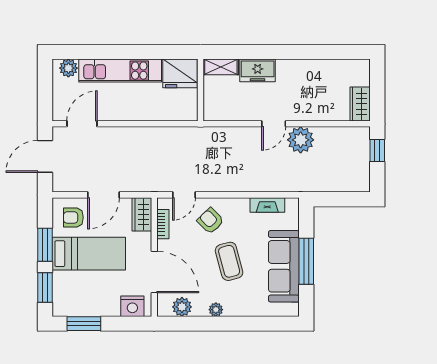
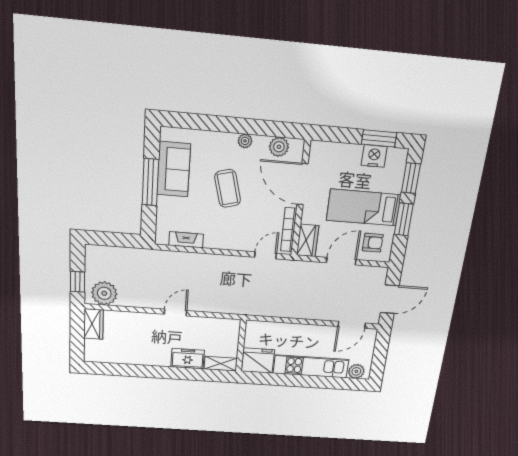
plant: (301, 140) -> (104, 293), moved
armchair: (210, 221) -> (242, 229), removed
bookcase: (163, 224) -> (289, 230), width x1.56
sofa: (284, 266) -> (174, 169), width x0.73
nightstand: (132, 306) -> (374, 156), moved

